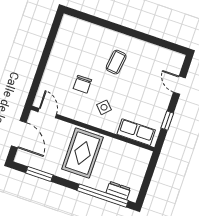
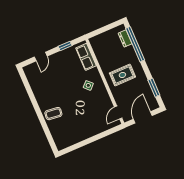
coffee table: (116, 62) -> (53, 114), moved
chair: (82, 84) -> (86, 108), removed
rug: (82, 153) -> (122, 75), width x0.73, depth x0.70

